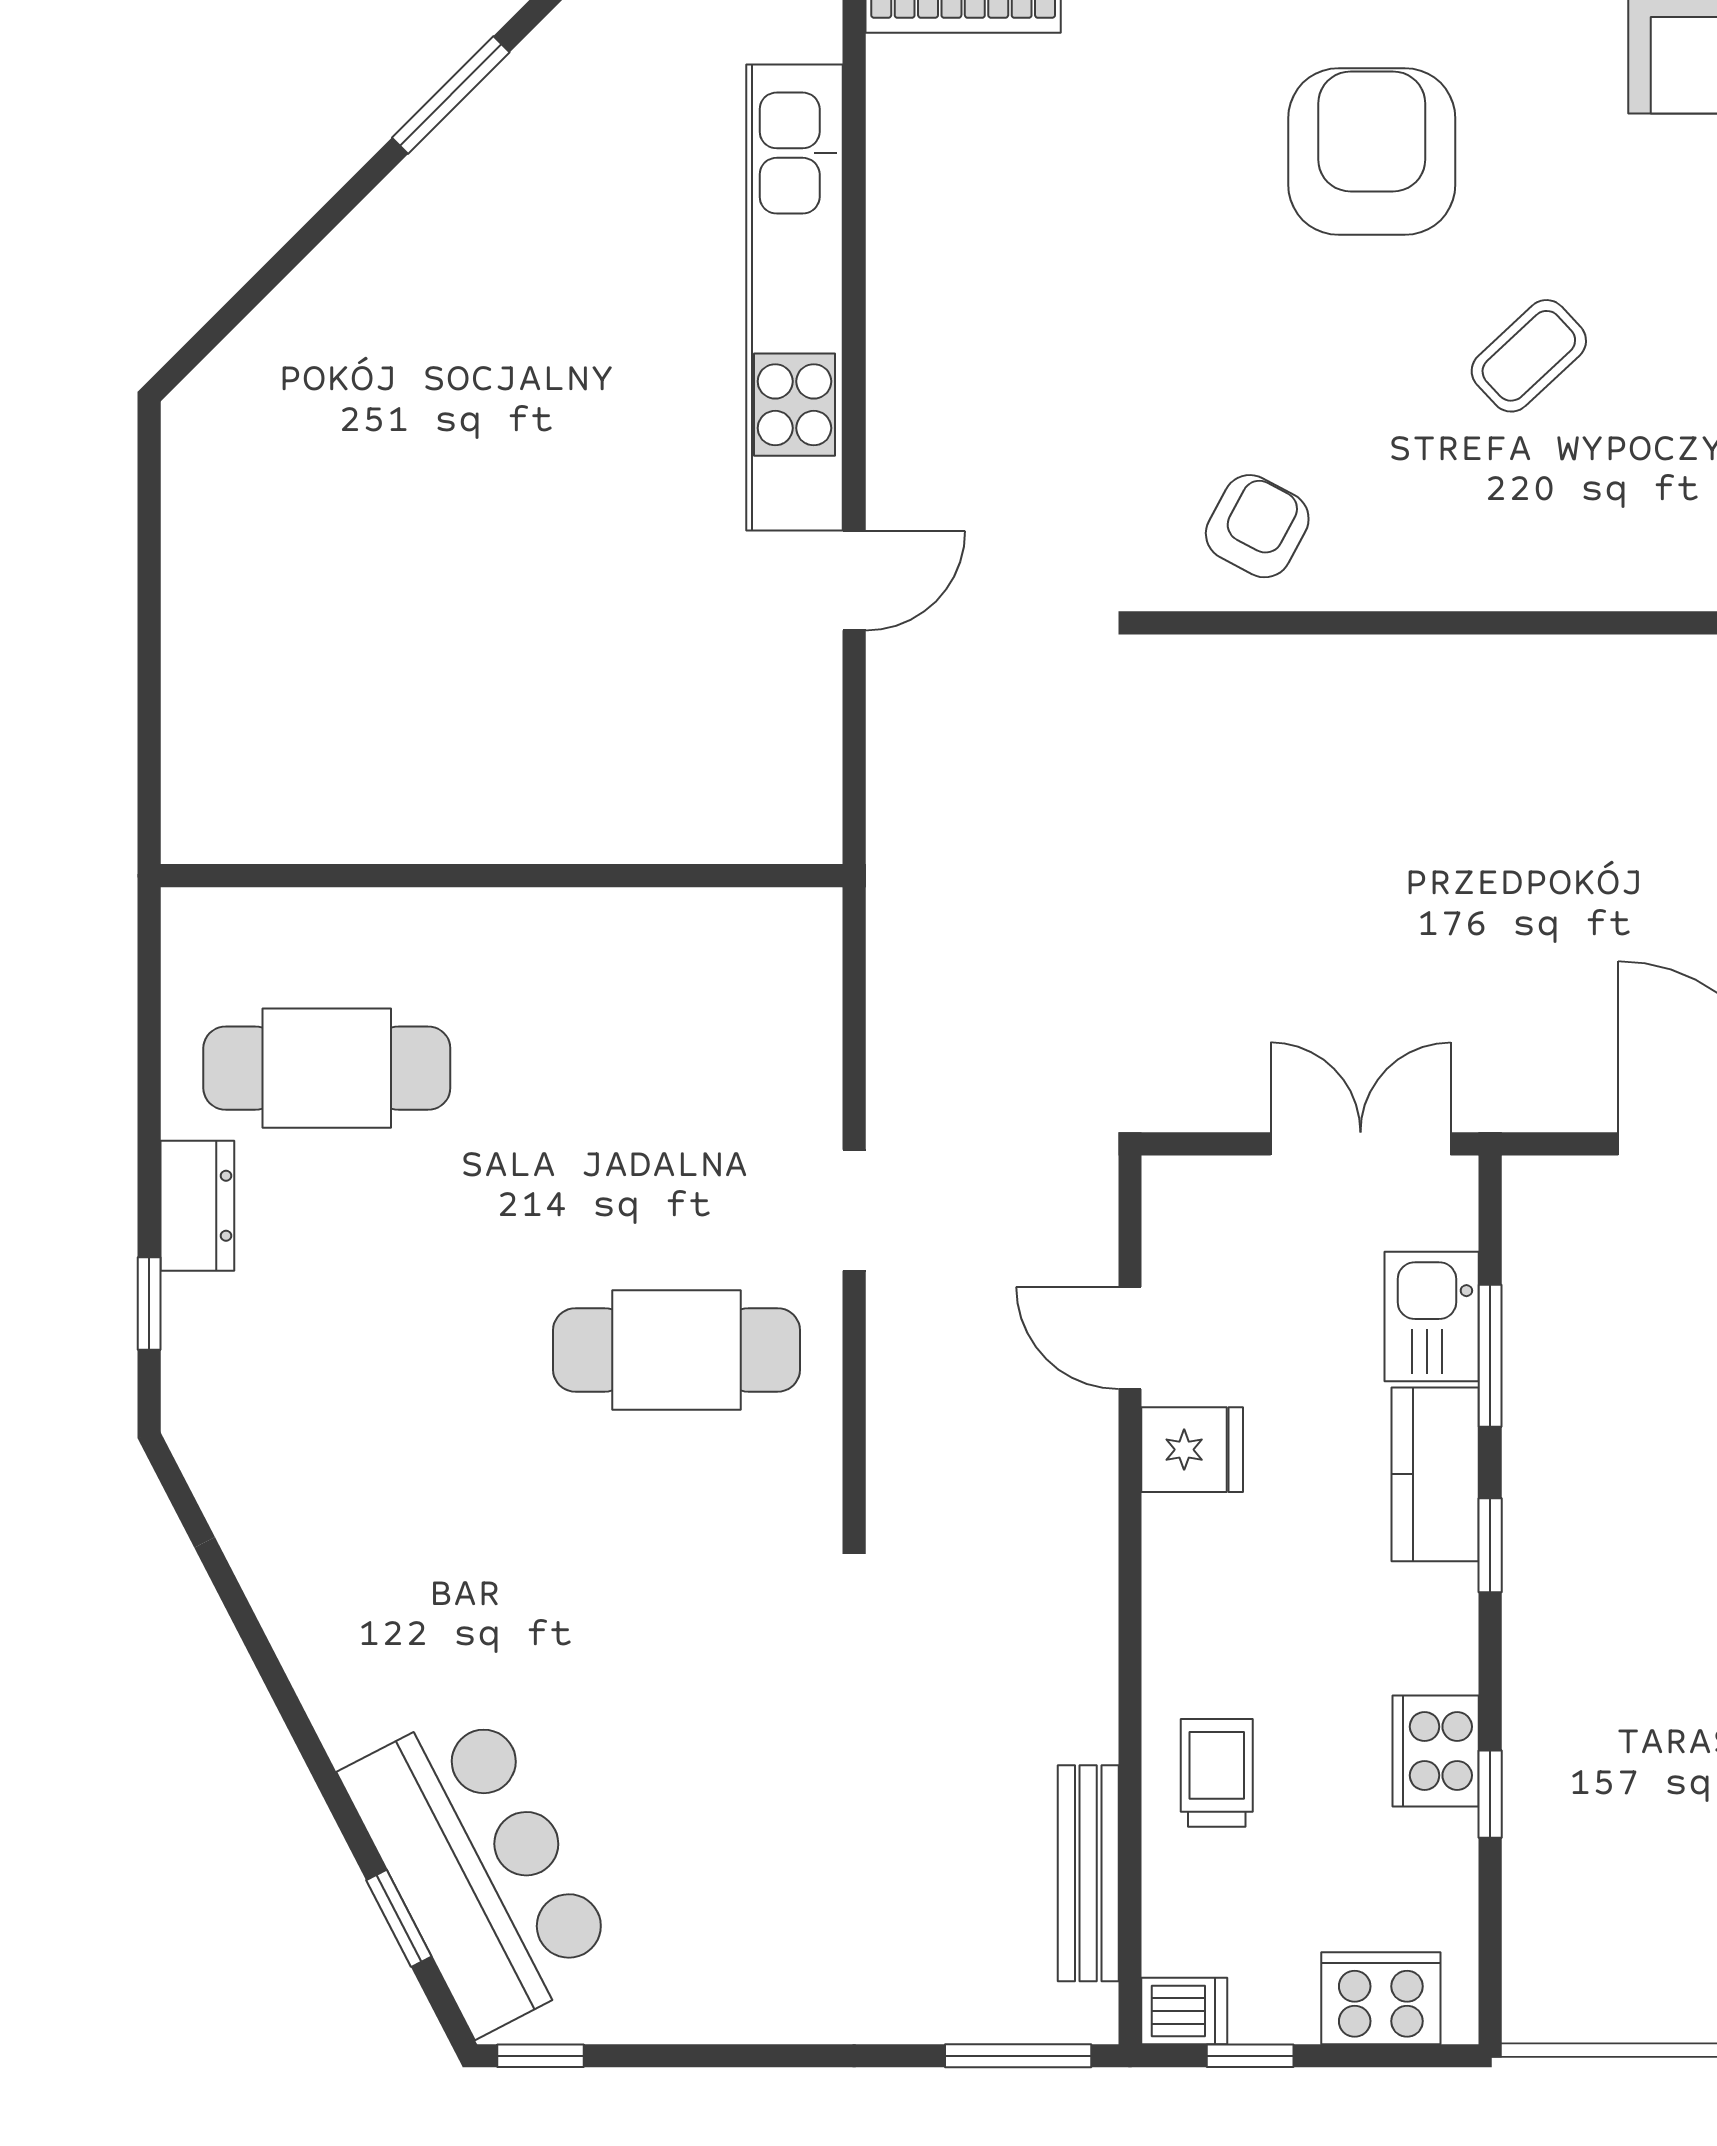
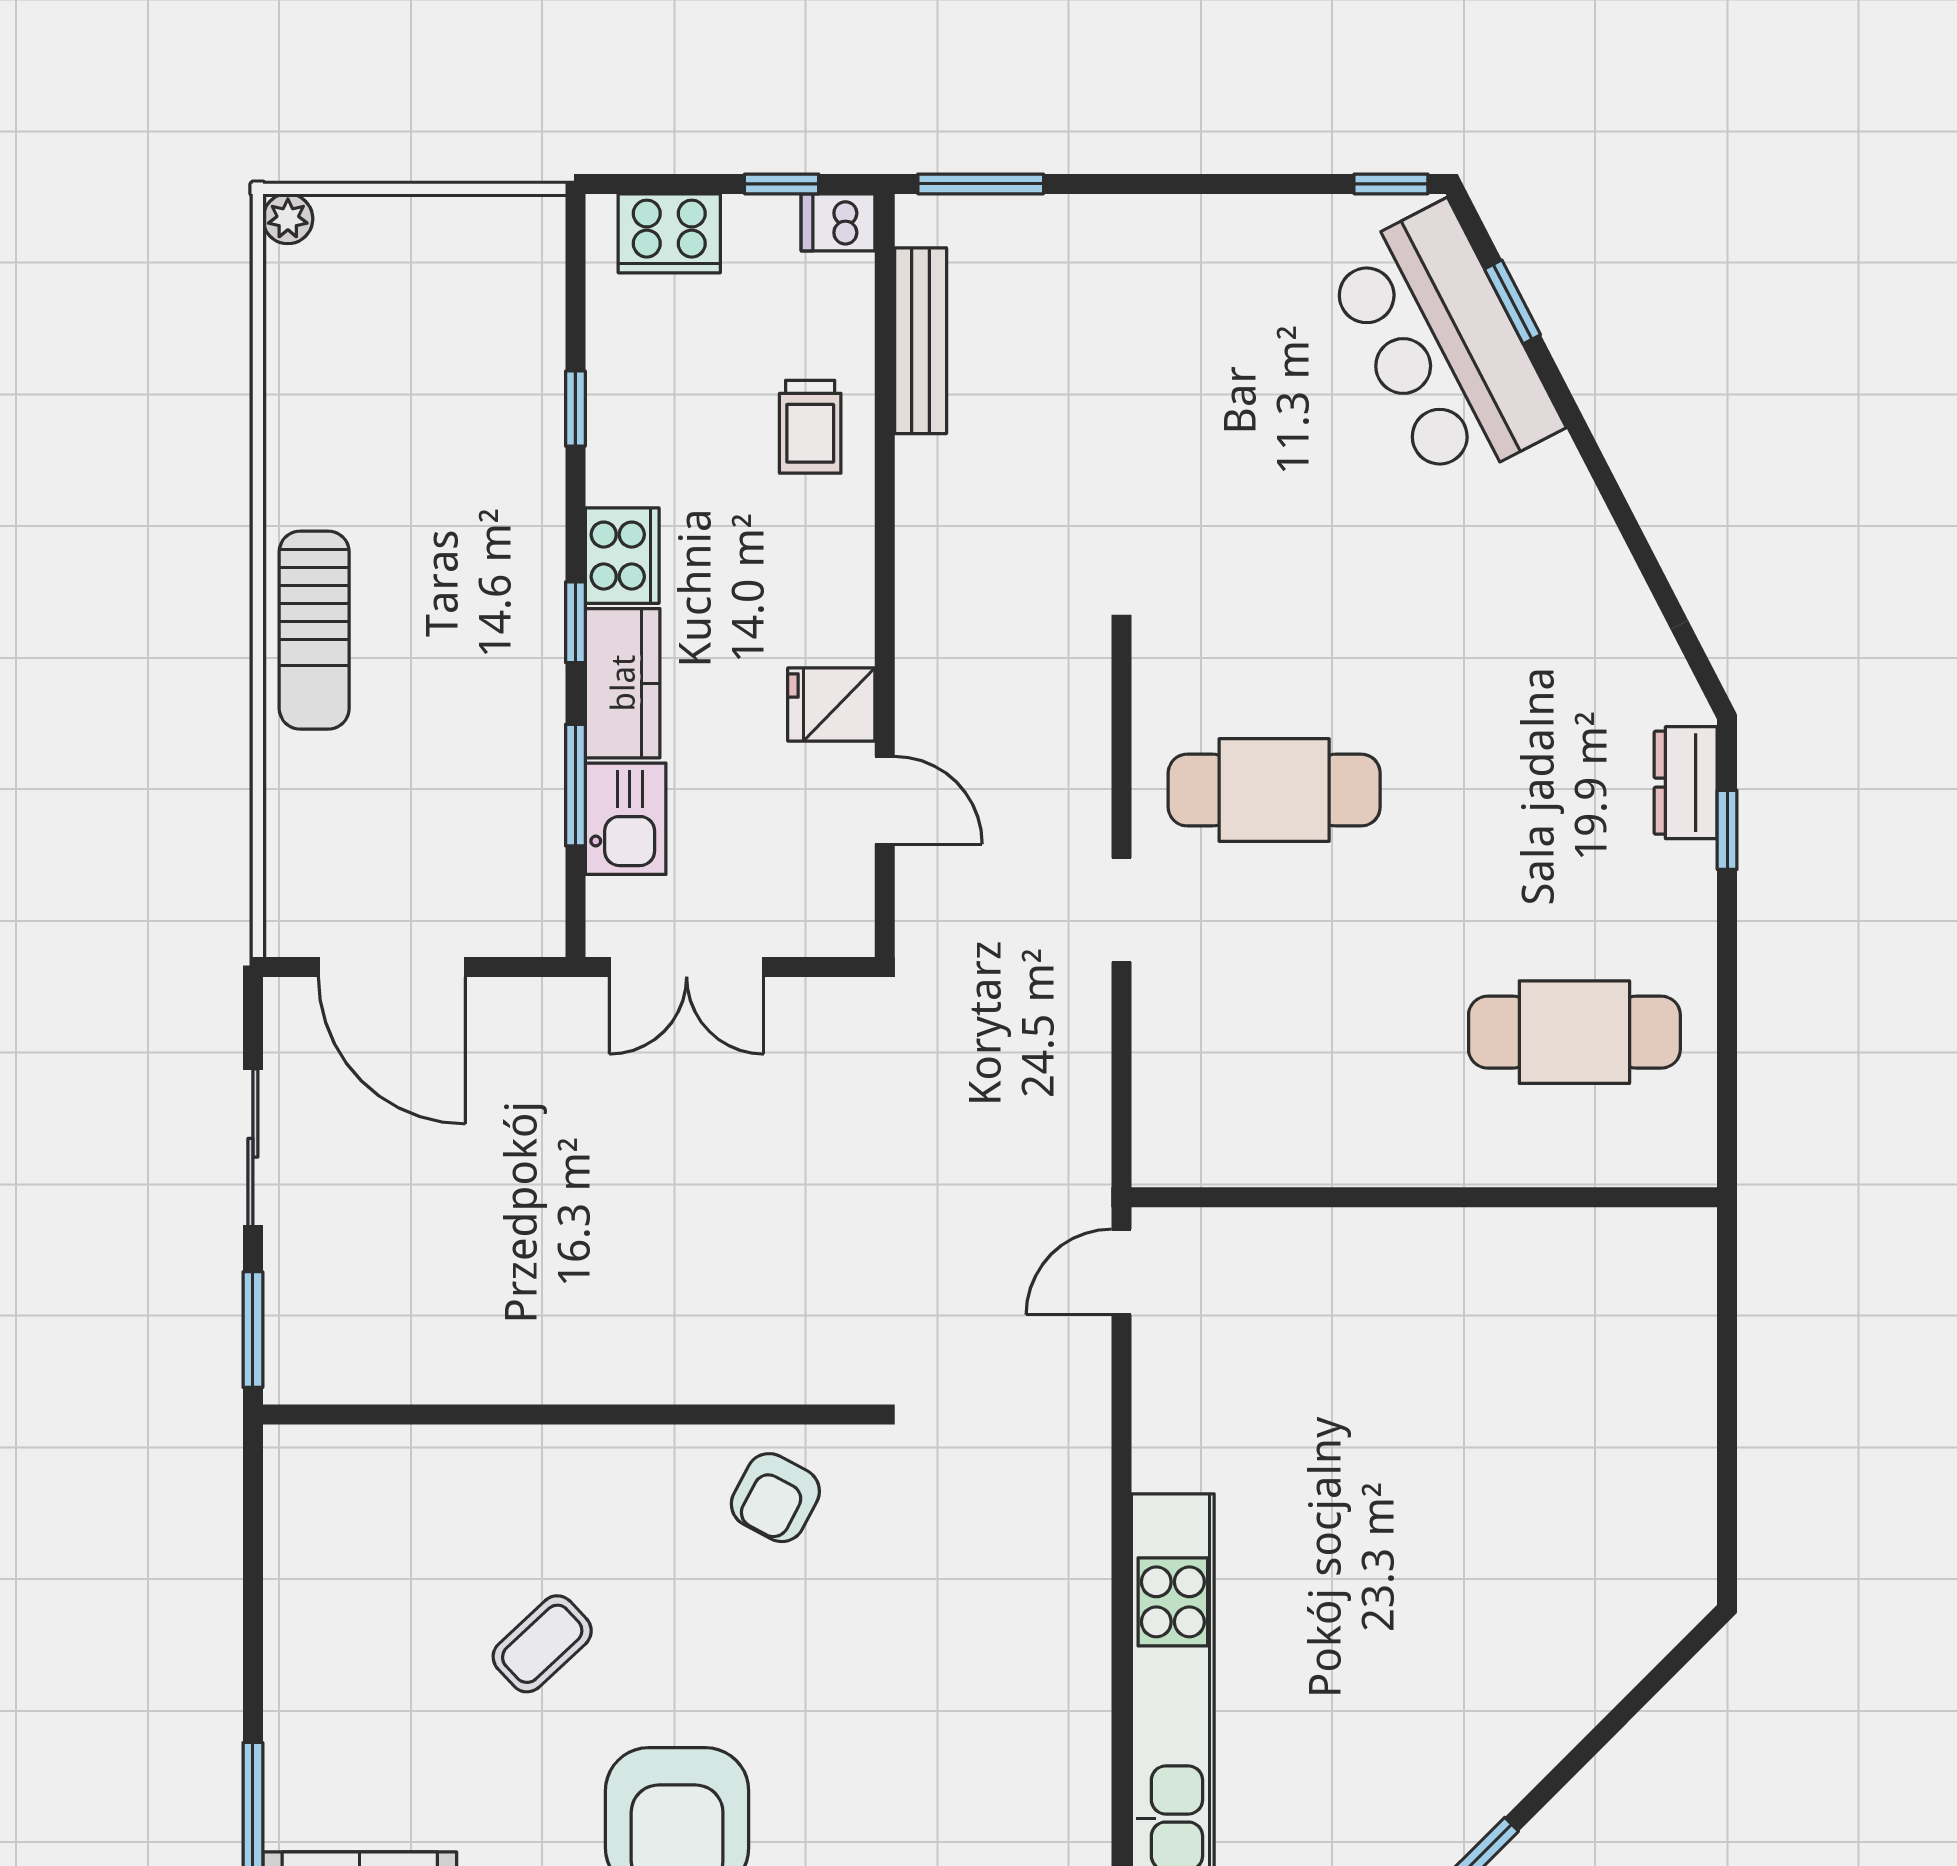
door: (854, 581) -> (1122, 1272), moved
dresser: (197, 1206) -> (1686, 783), moved
cooker: (1436, 1751) -> (622, 556), moved

